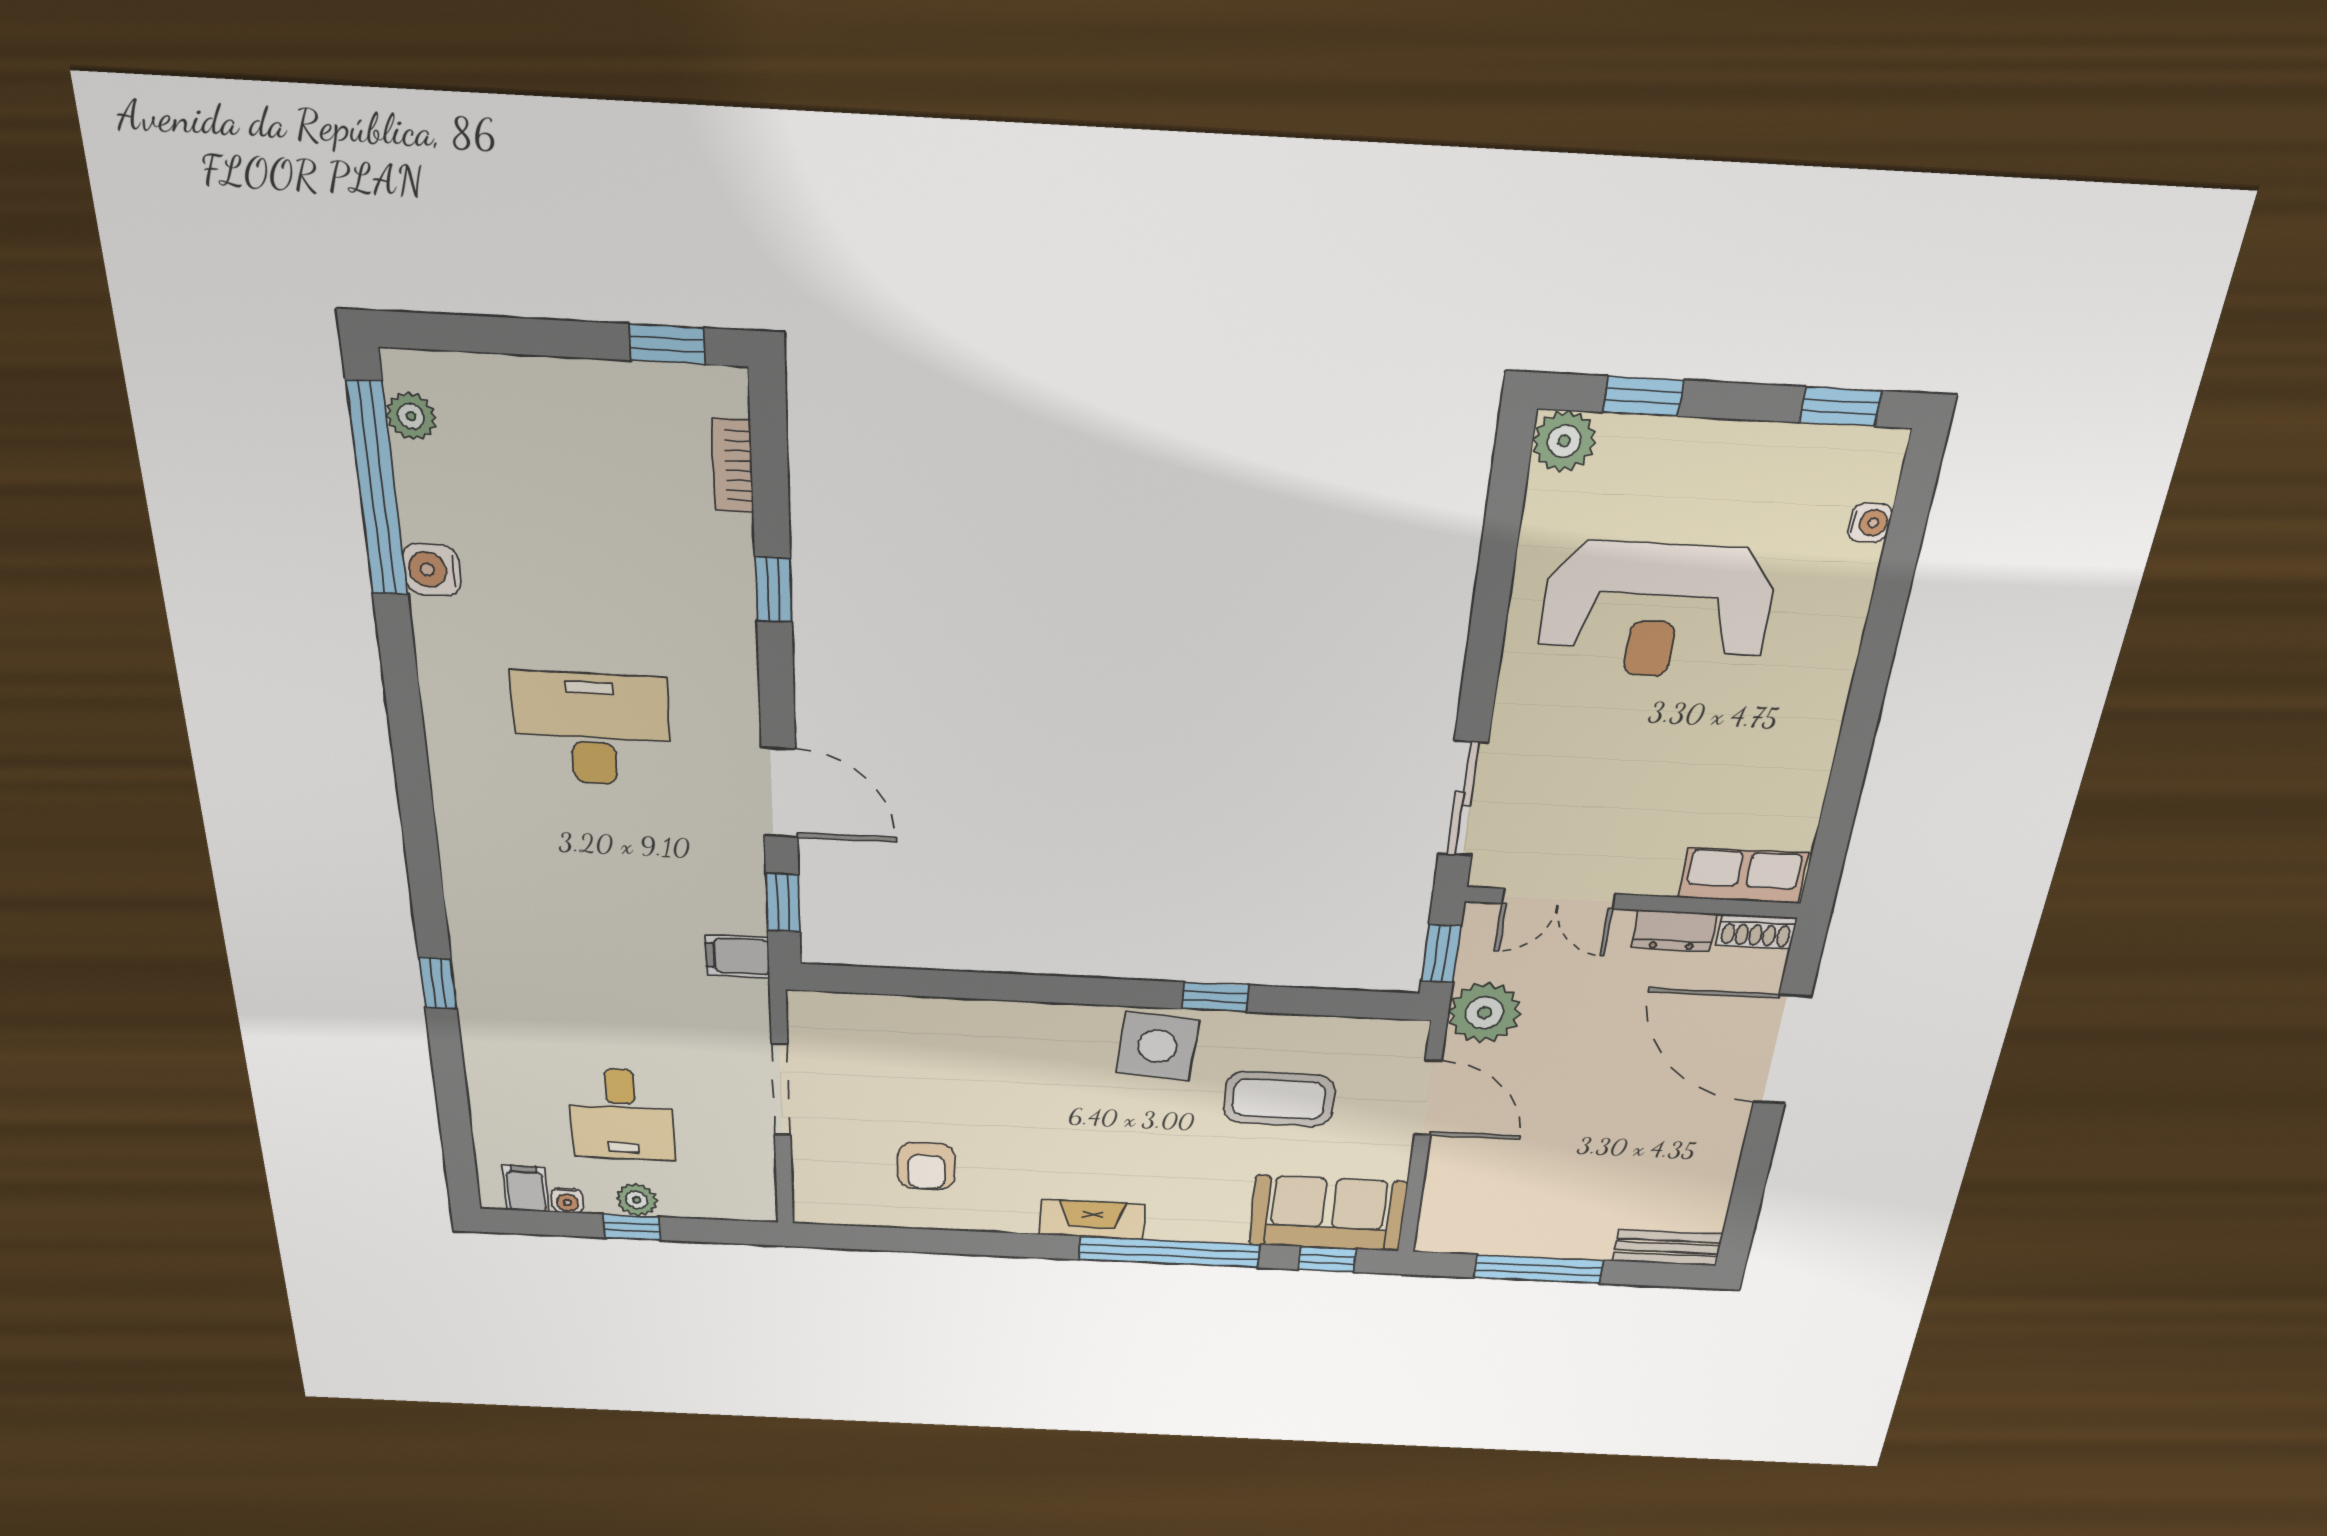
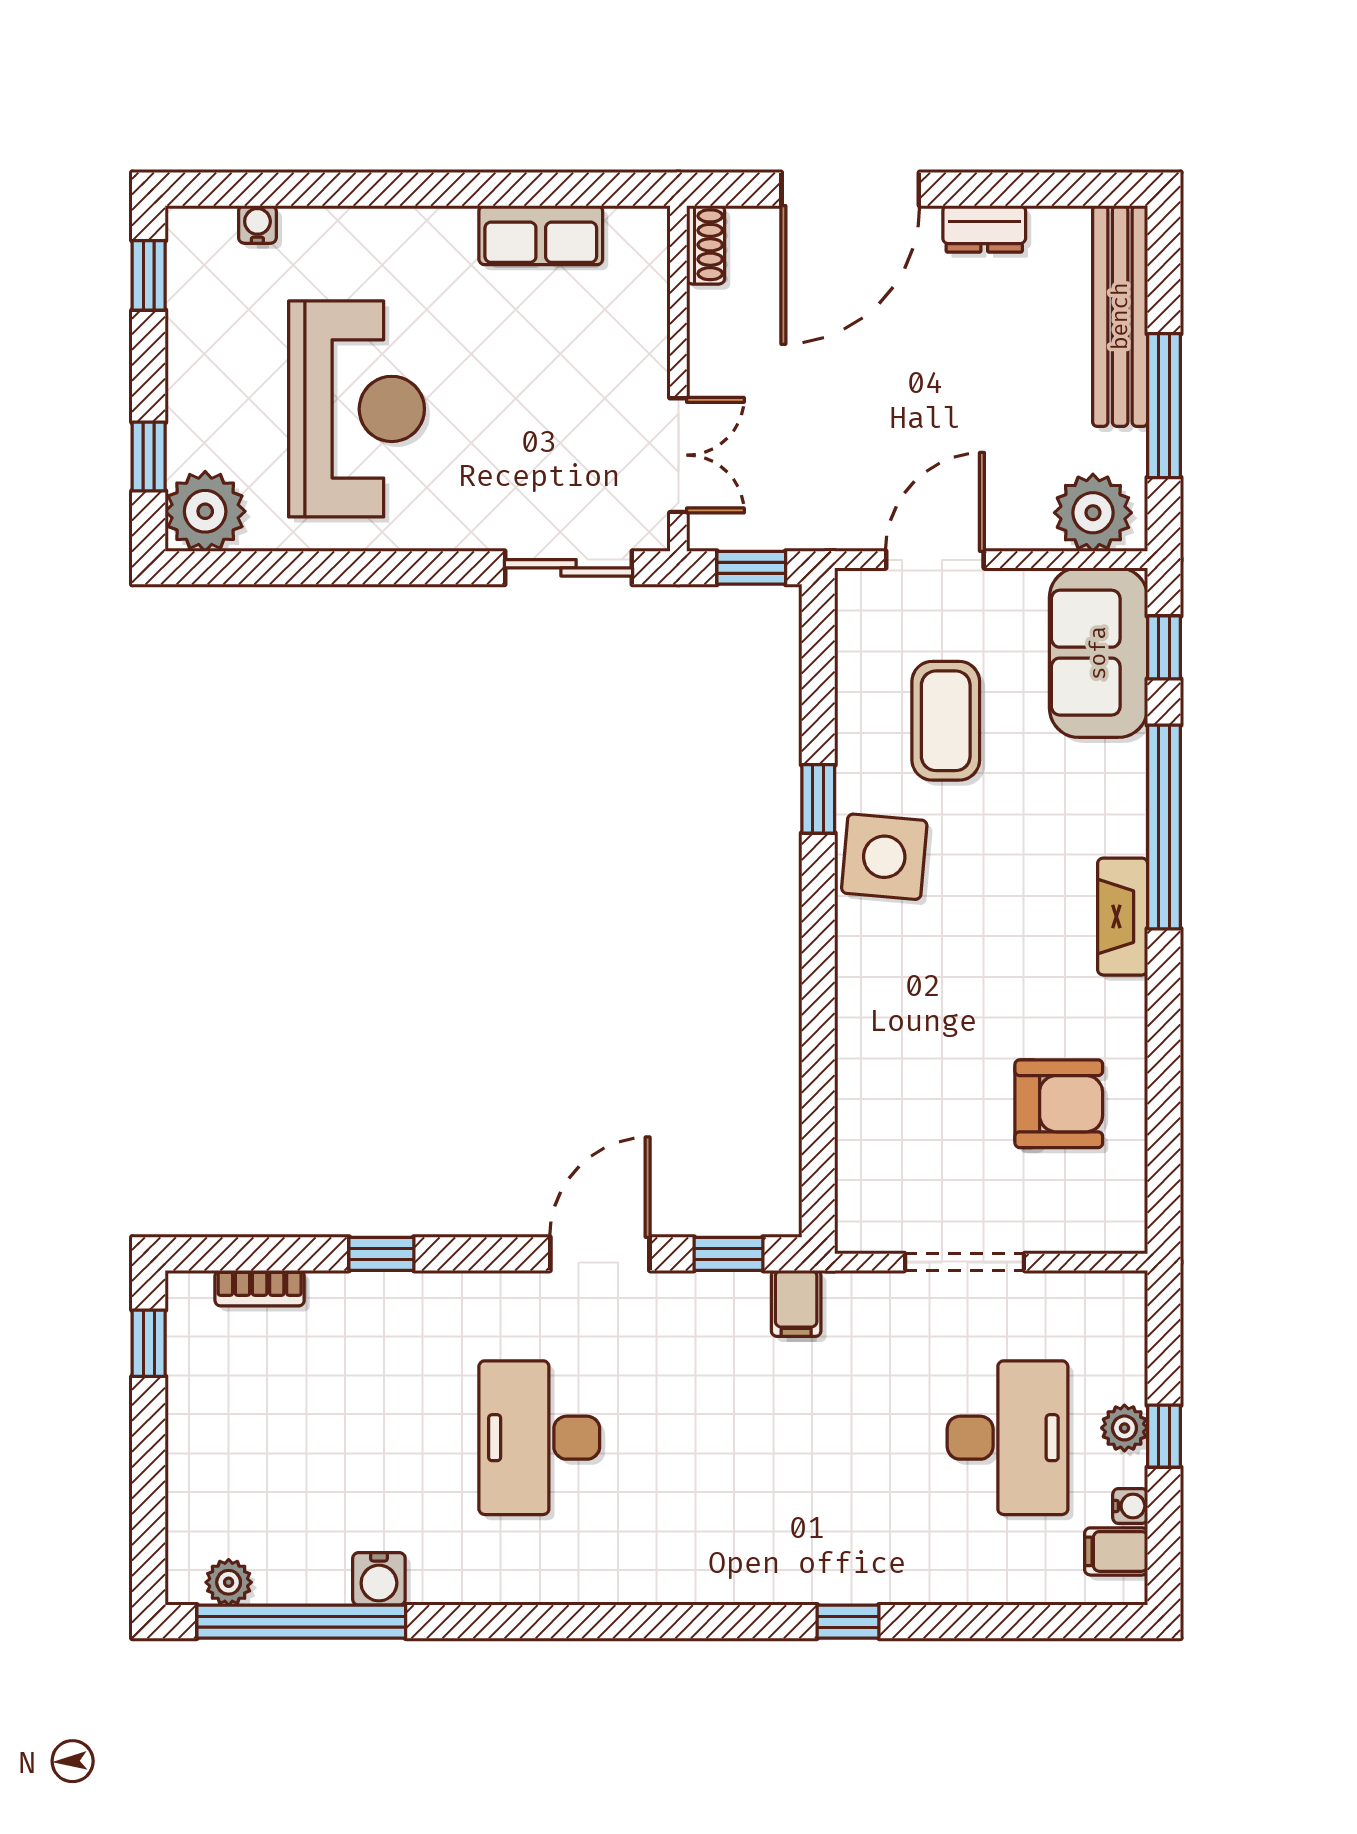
plant: (1564, 441) -> (205, 511), width x1.36, depth x1.36
row of seats: (1743, 876) -> (541, 235), moved, turned -90
dresser: (1674, 931) -> (984, 229), moved, turned 90
plant: (1485, 1013) -> (1093, 513), moved
desk: (622, 1114) -> (1008, 1438), width x1.37
armchair: (926, 1166) -> (1059, 1104), width x1.38, depth x1.38
bench: (1667, 1248) -> (1120, 316), width x1.86, depth x1.21

